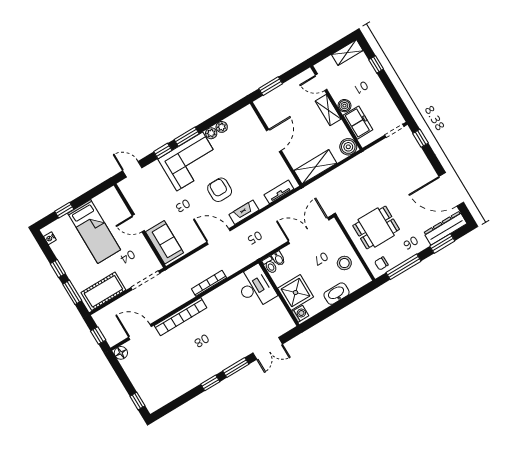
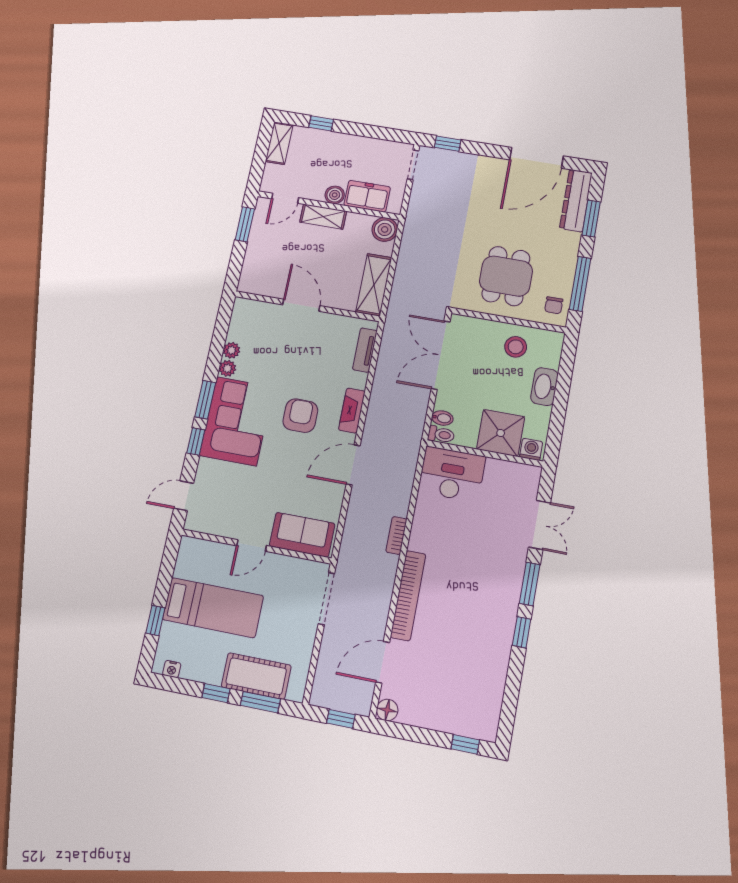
window: (271, 86) -> (245, 224), moved
armchair: (220, 190) -> (300, 416), turned 90
bookcase: (209, 283) -> (396, 535), width x0.64
cot: (103, 291) -> (256, 676), moved, turned 90

